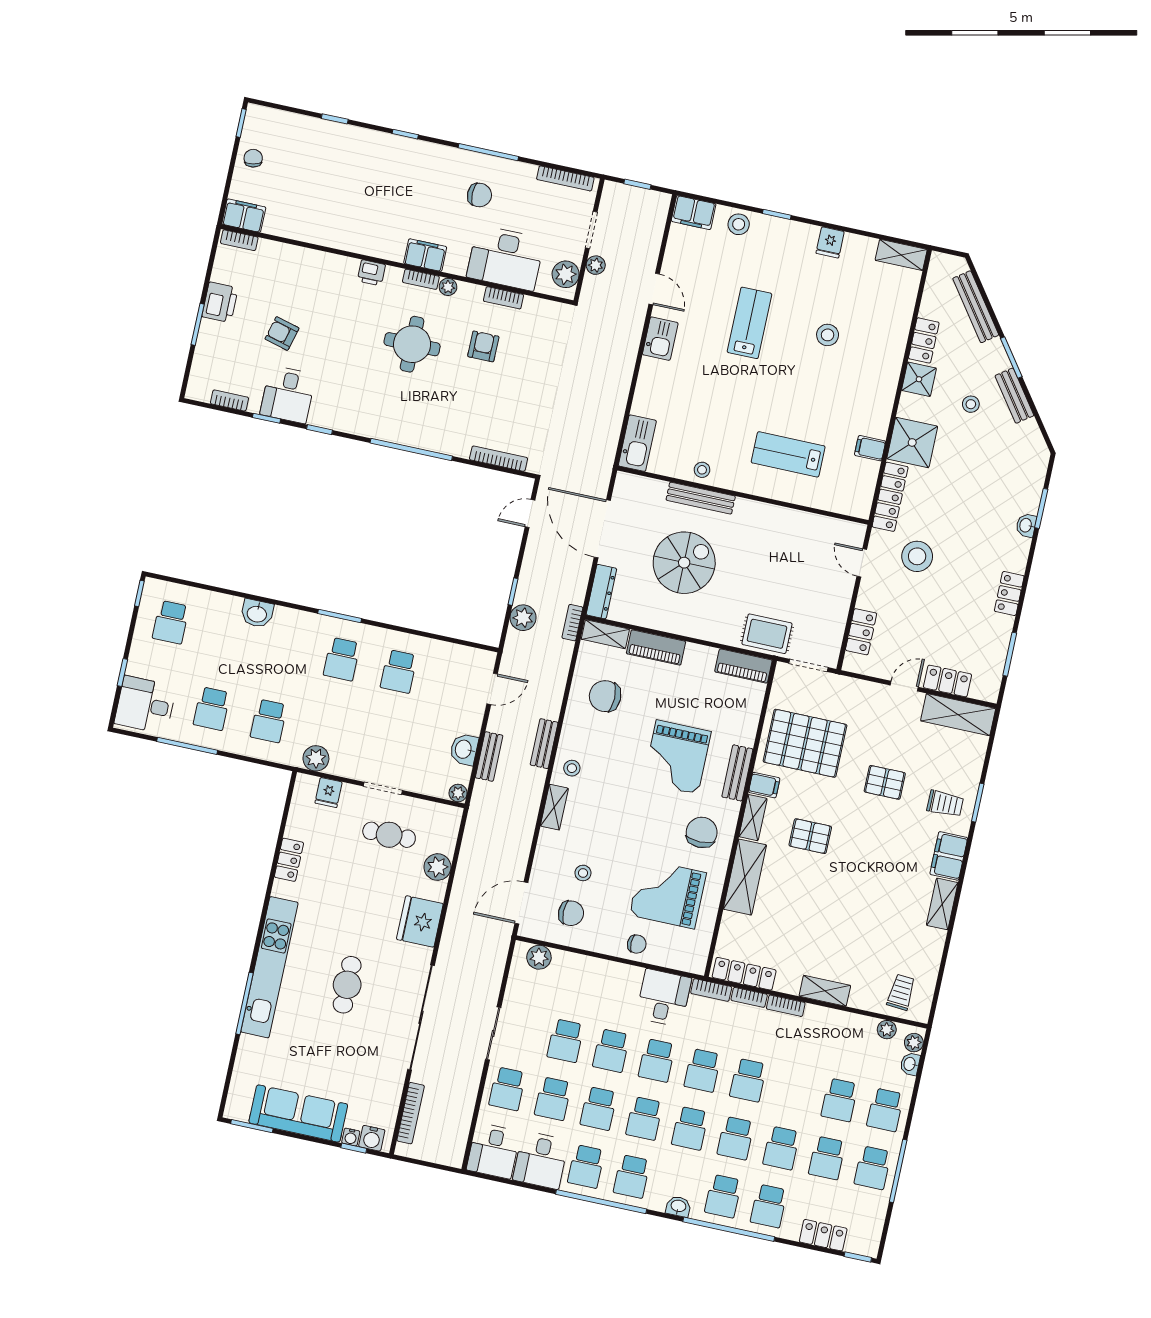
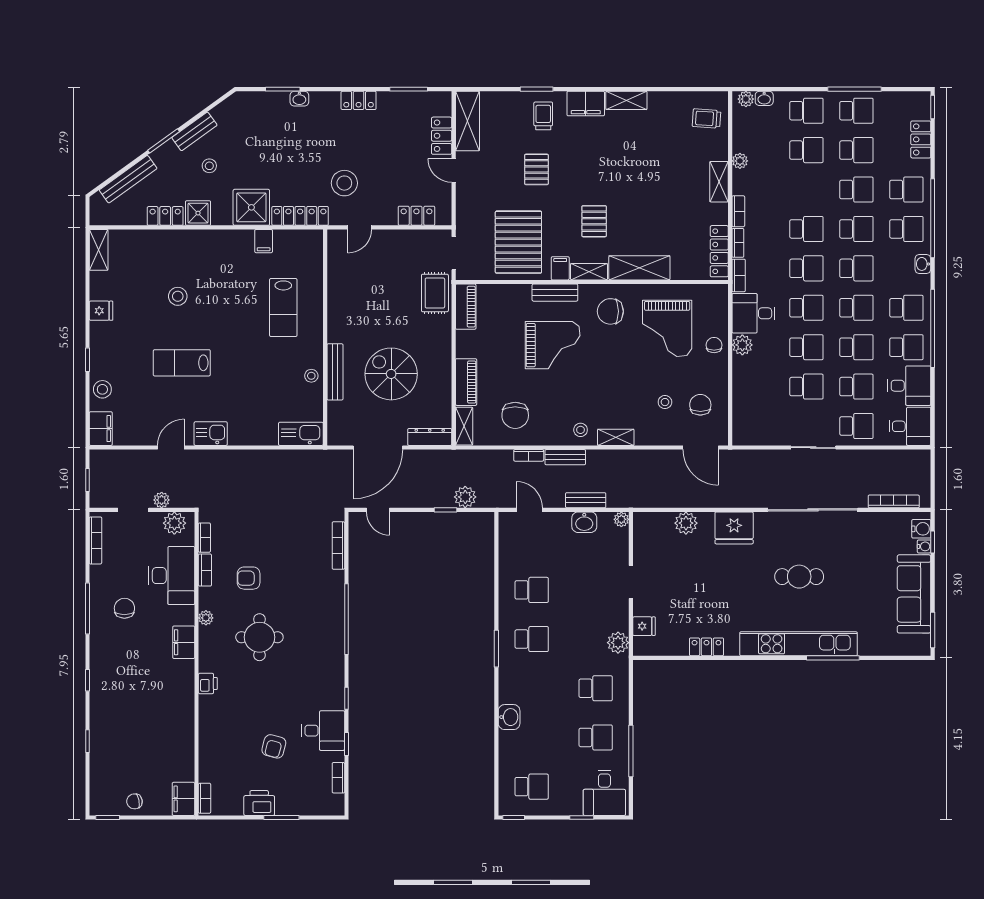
bookcase: (421, 279) -> (204, 538), moved
bookcase: (572, 623) -> (529, 455), moved
cafe table: (389, 835) -> (668, 569), removed
plant: (539, 957) -> (742, 345), moved
plant: (887, 1030) -> (740, 161), moved

